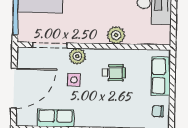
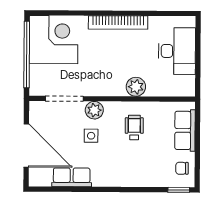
wheelchair: (114, 73) -> (134, 127), turned -90
door: (14, 88) -> (26, 146), hinge flipped

